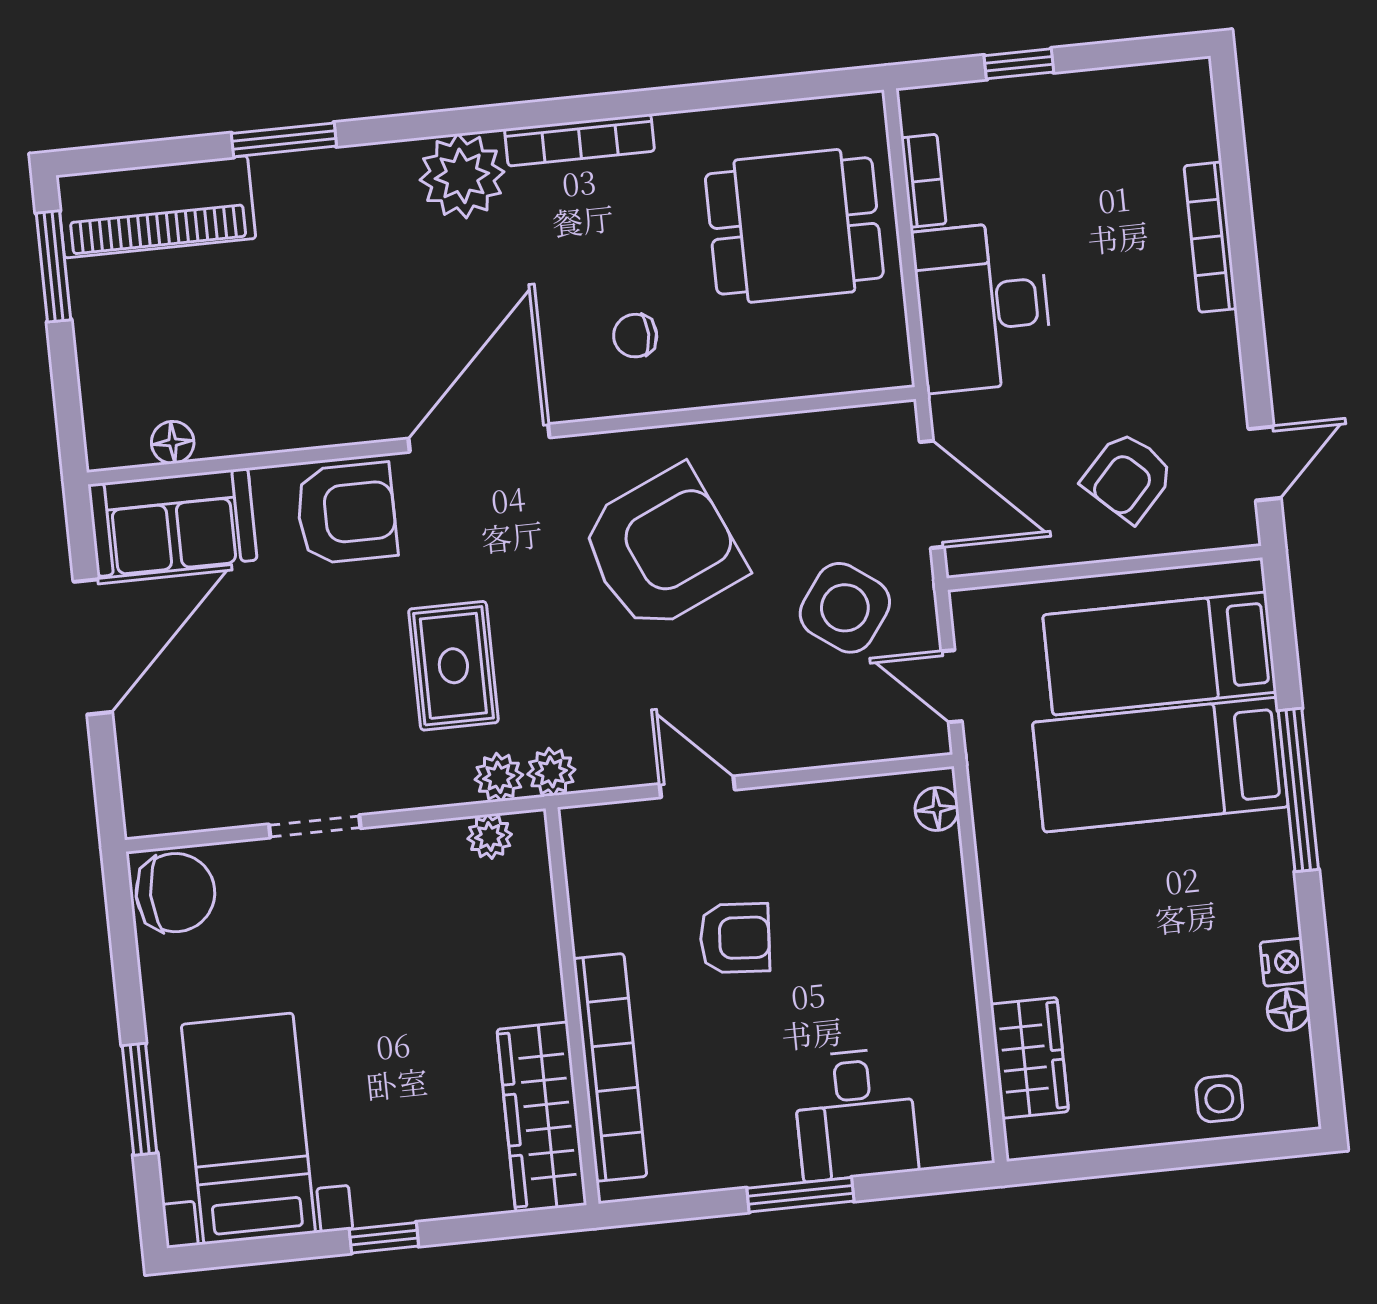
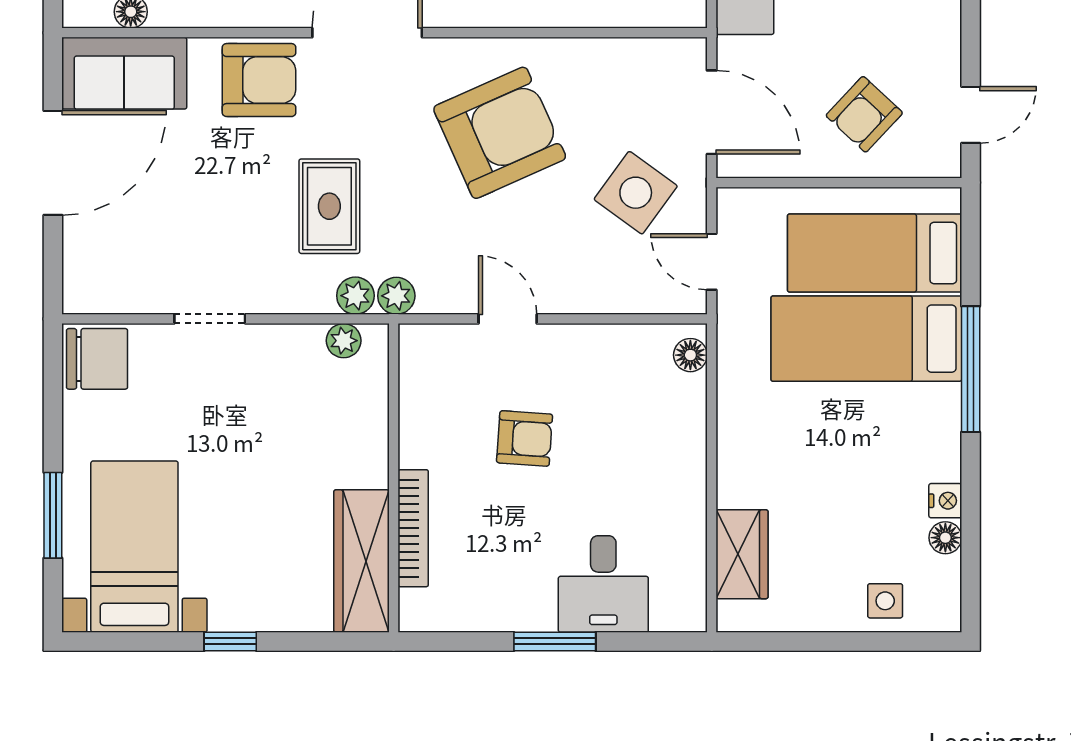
bookcase: (610, 1067) -> (413, 528), width x0.68, depth x0.76

